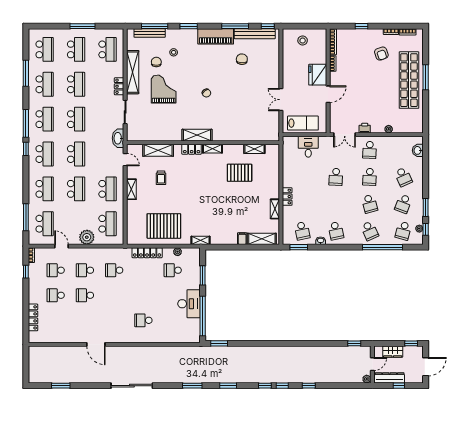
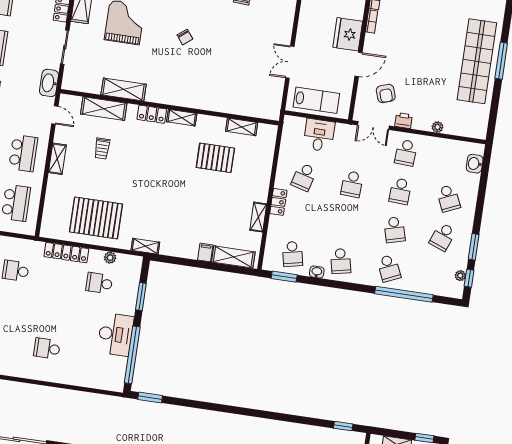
armchair: (381, 54) -> (386, 93), moved
shelving: (197, 135) -> (124, 89), moved
school desk: (403, 231) -> (304, 177), moved

